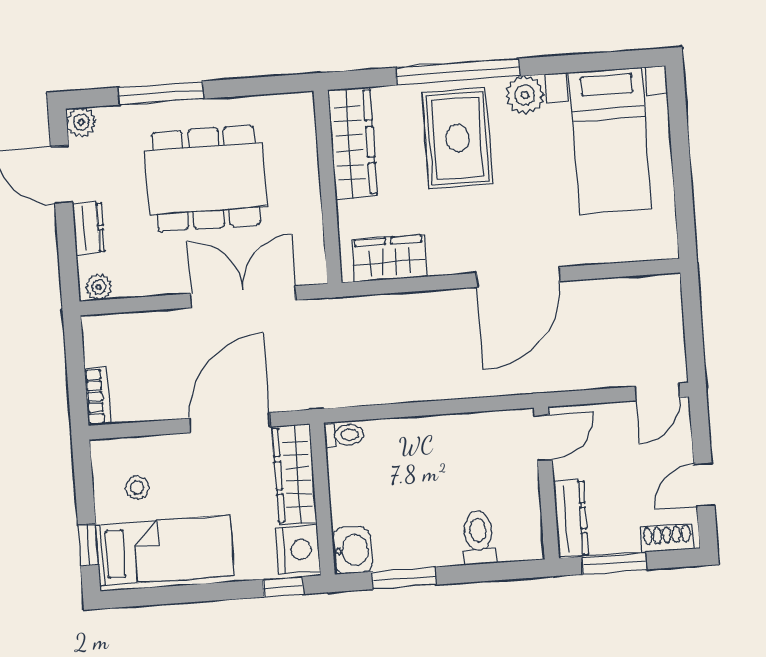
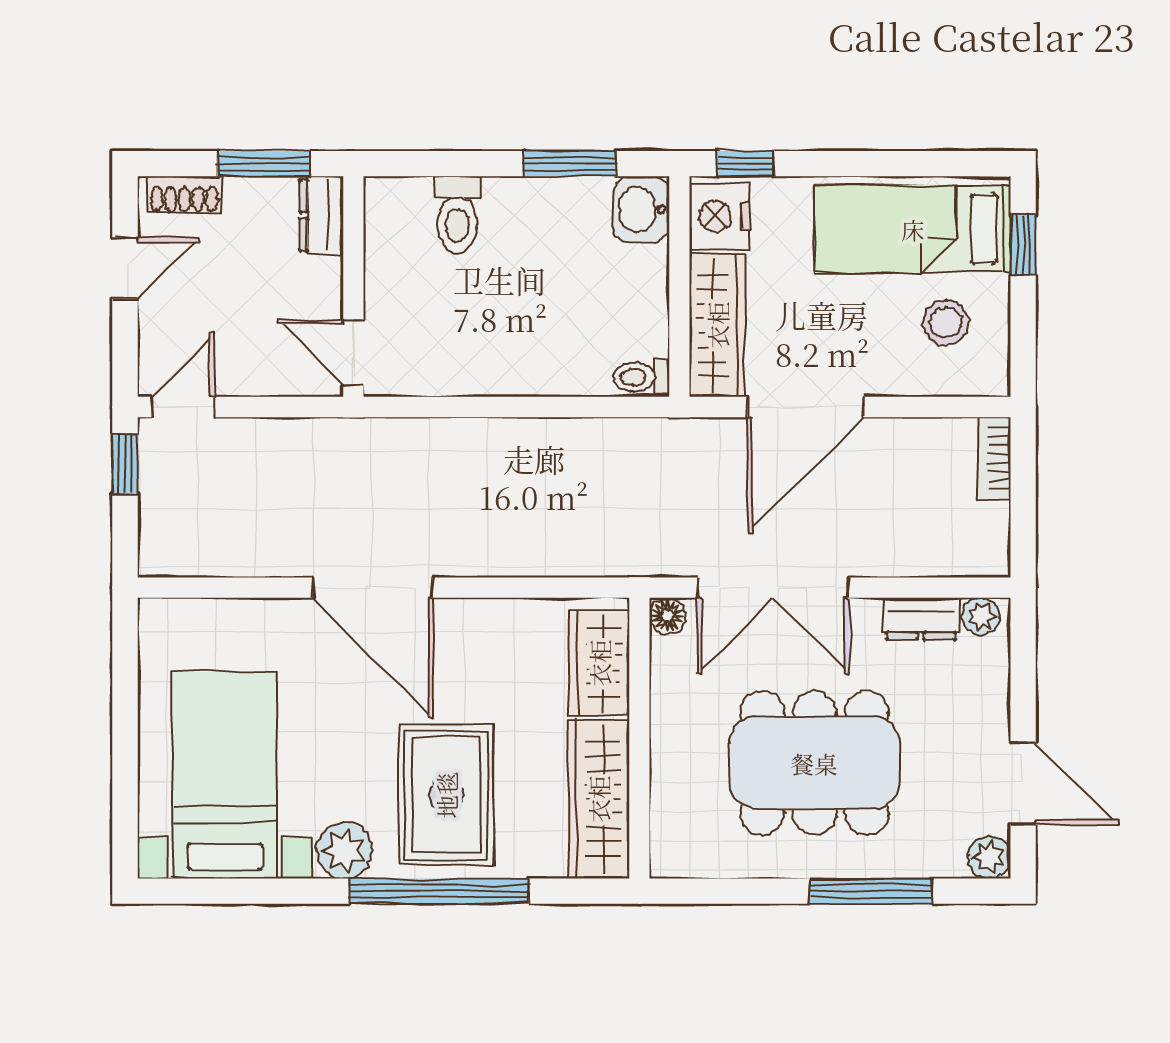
dresser: (89, 228) -> (921, 619), moved, turned -90
wardrobe: (389, 258) -> (599, 663), moved, turned 90
floor lamp: (314, 272) -> (667, 616), added
door: (518, 277) -> (373, 588), swing flipped
window: (695, 350) -> (125, 464), added
door: (543, 438) -> (353, 352), hinge flipped
stool: (137, 488) -> (946, 322), width x1.37, depth x1.37
dresser: (571, 519) -> (321, 215), width x0.70

